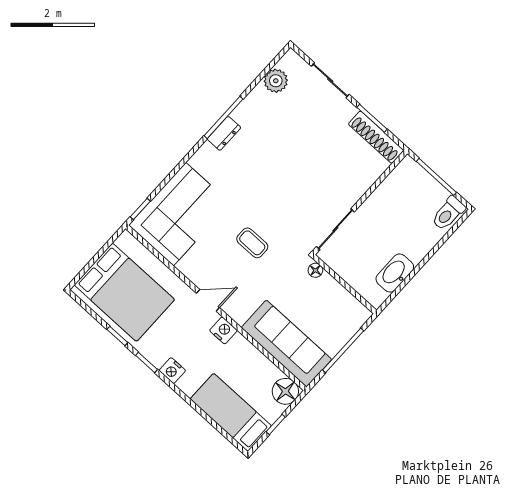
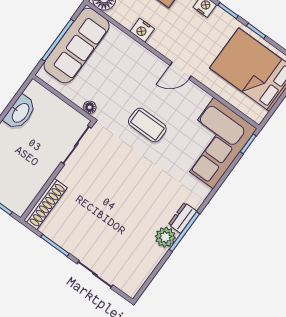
plant: (276, 81) -> (165, 237), moved
shoe rack: (376, 137) -> (46, 204), moved, turned 90
coffee table: (252, 243) -> (147, 125), width x1.36, depth x1.30
nightstand: (223, 330) -> (142, 30), moved
sofa: (286, 344) -> (77, 46), moved, turned -90

